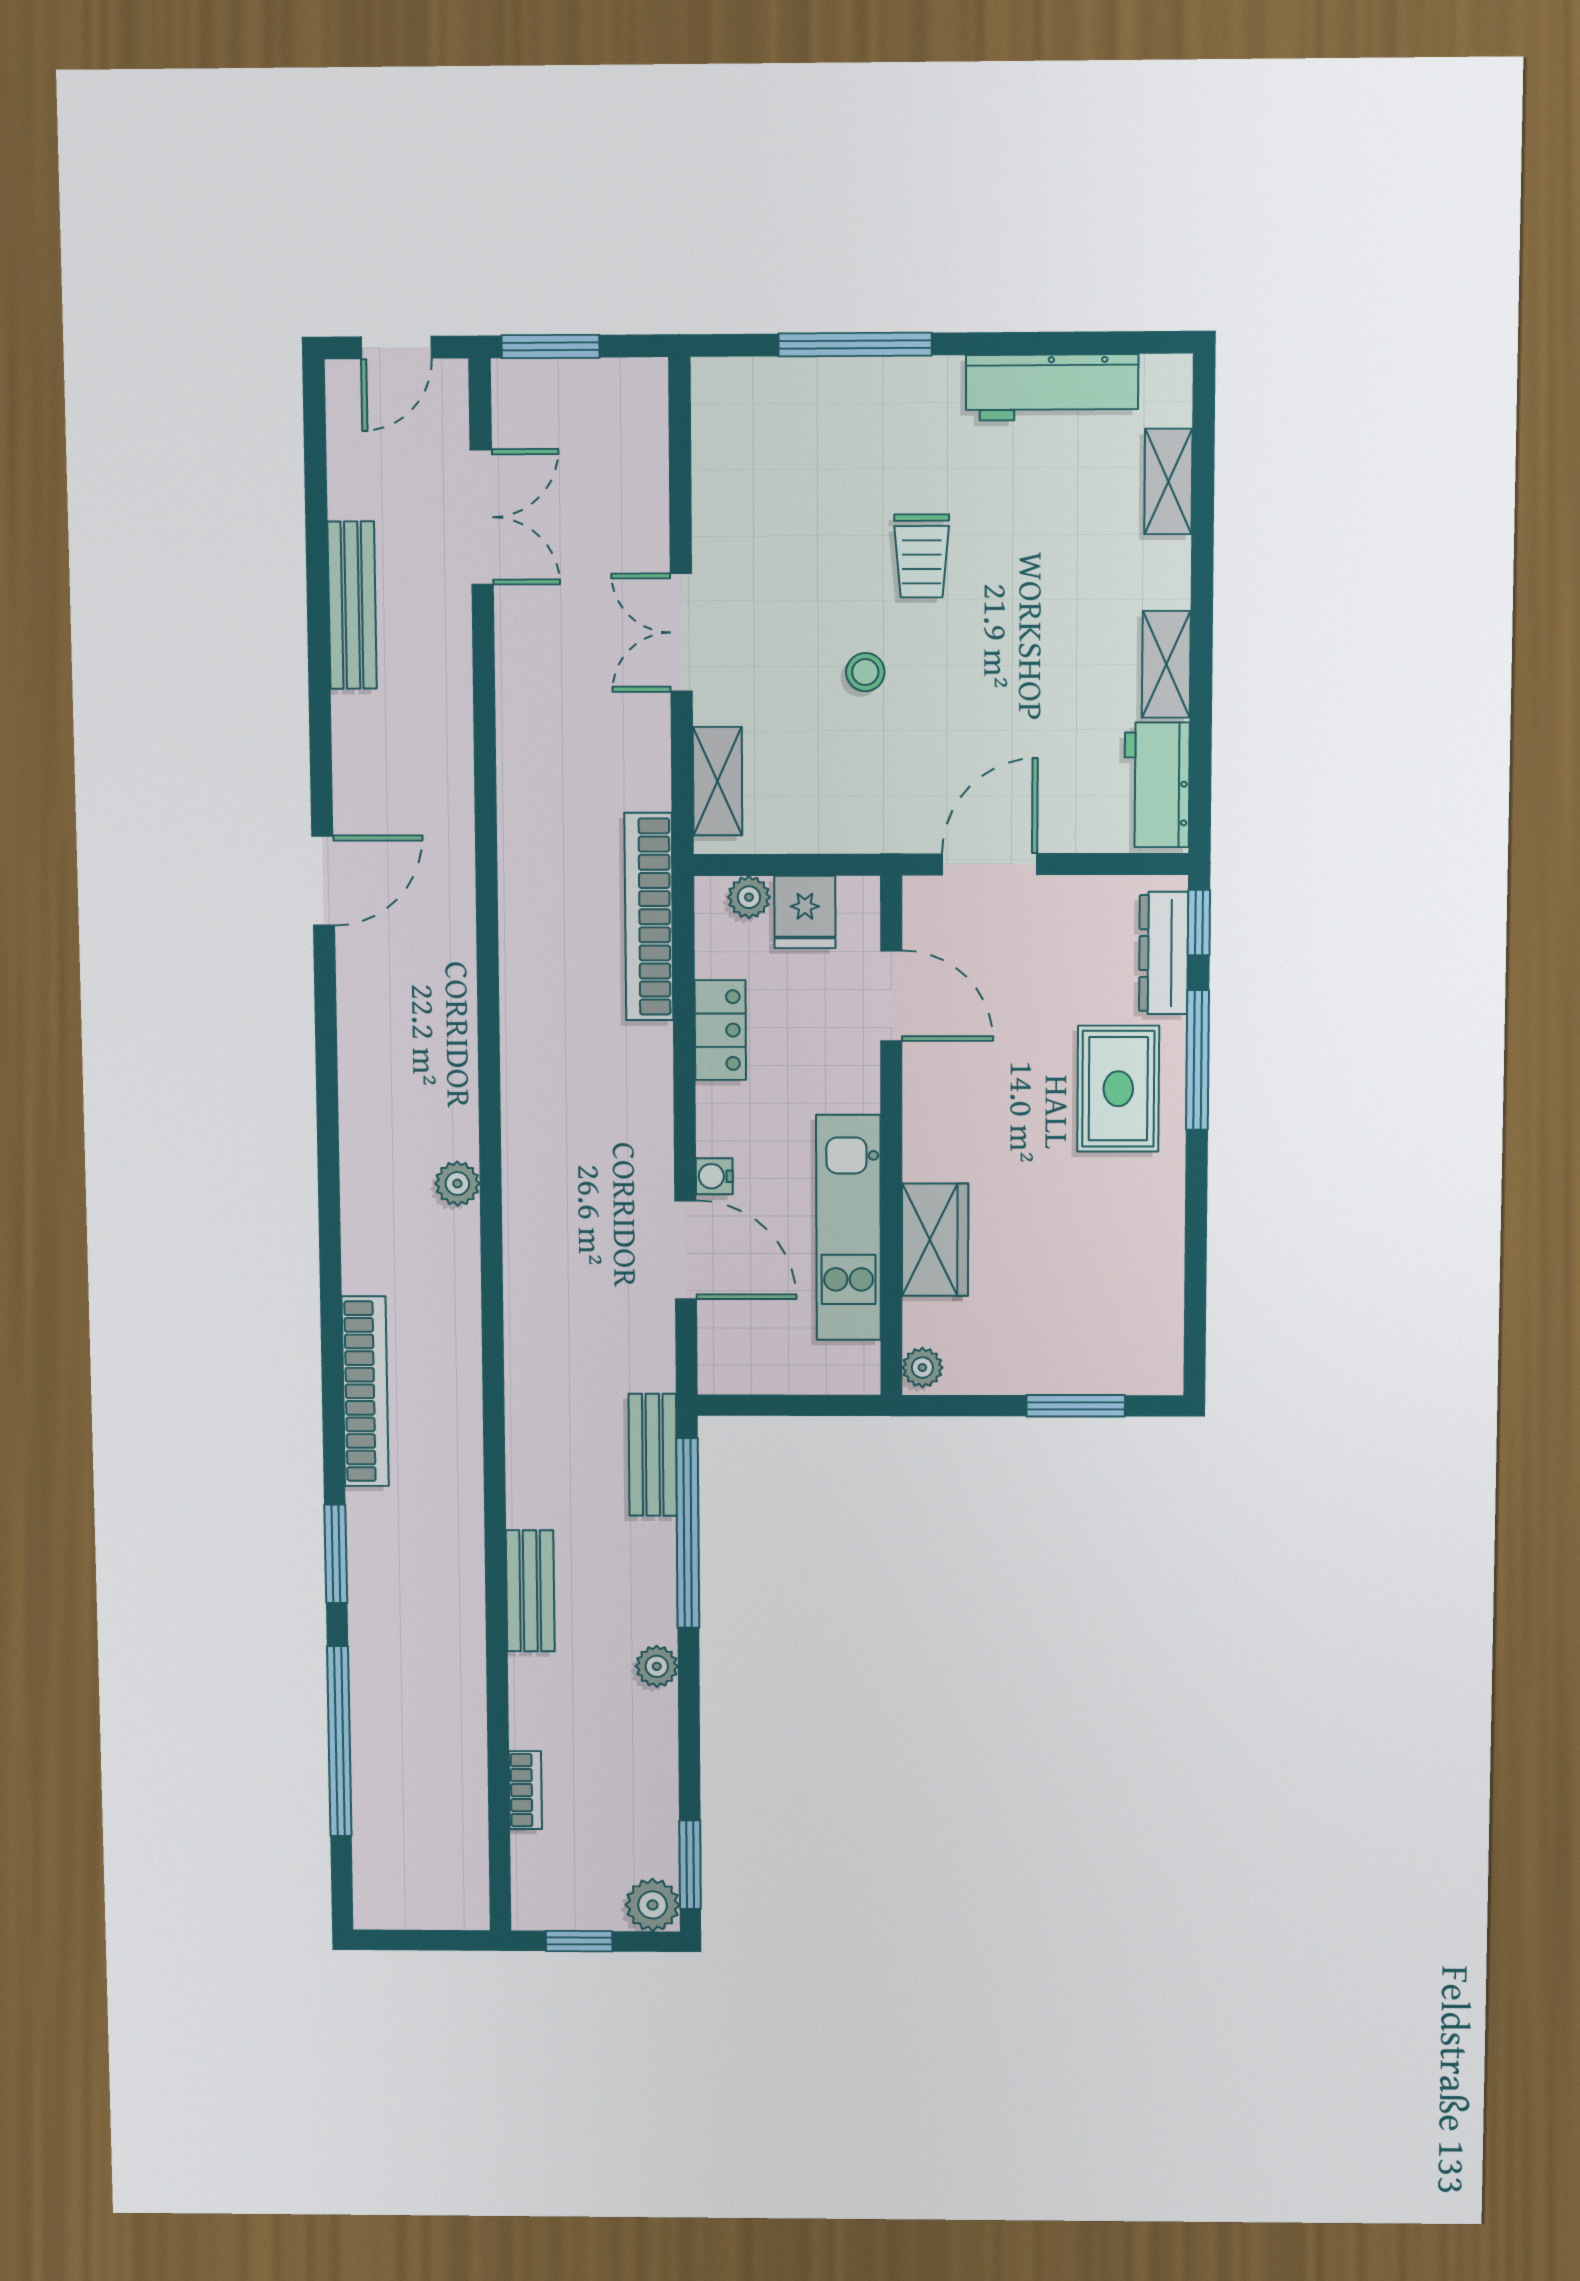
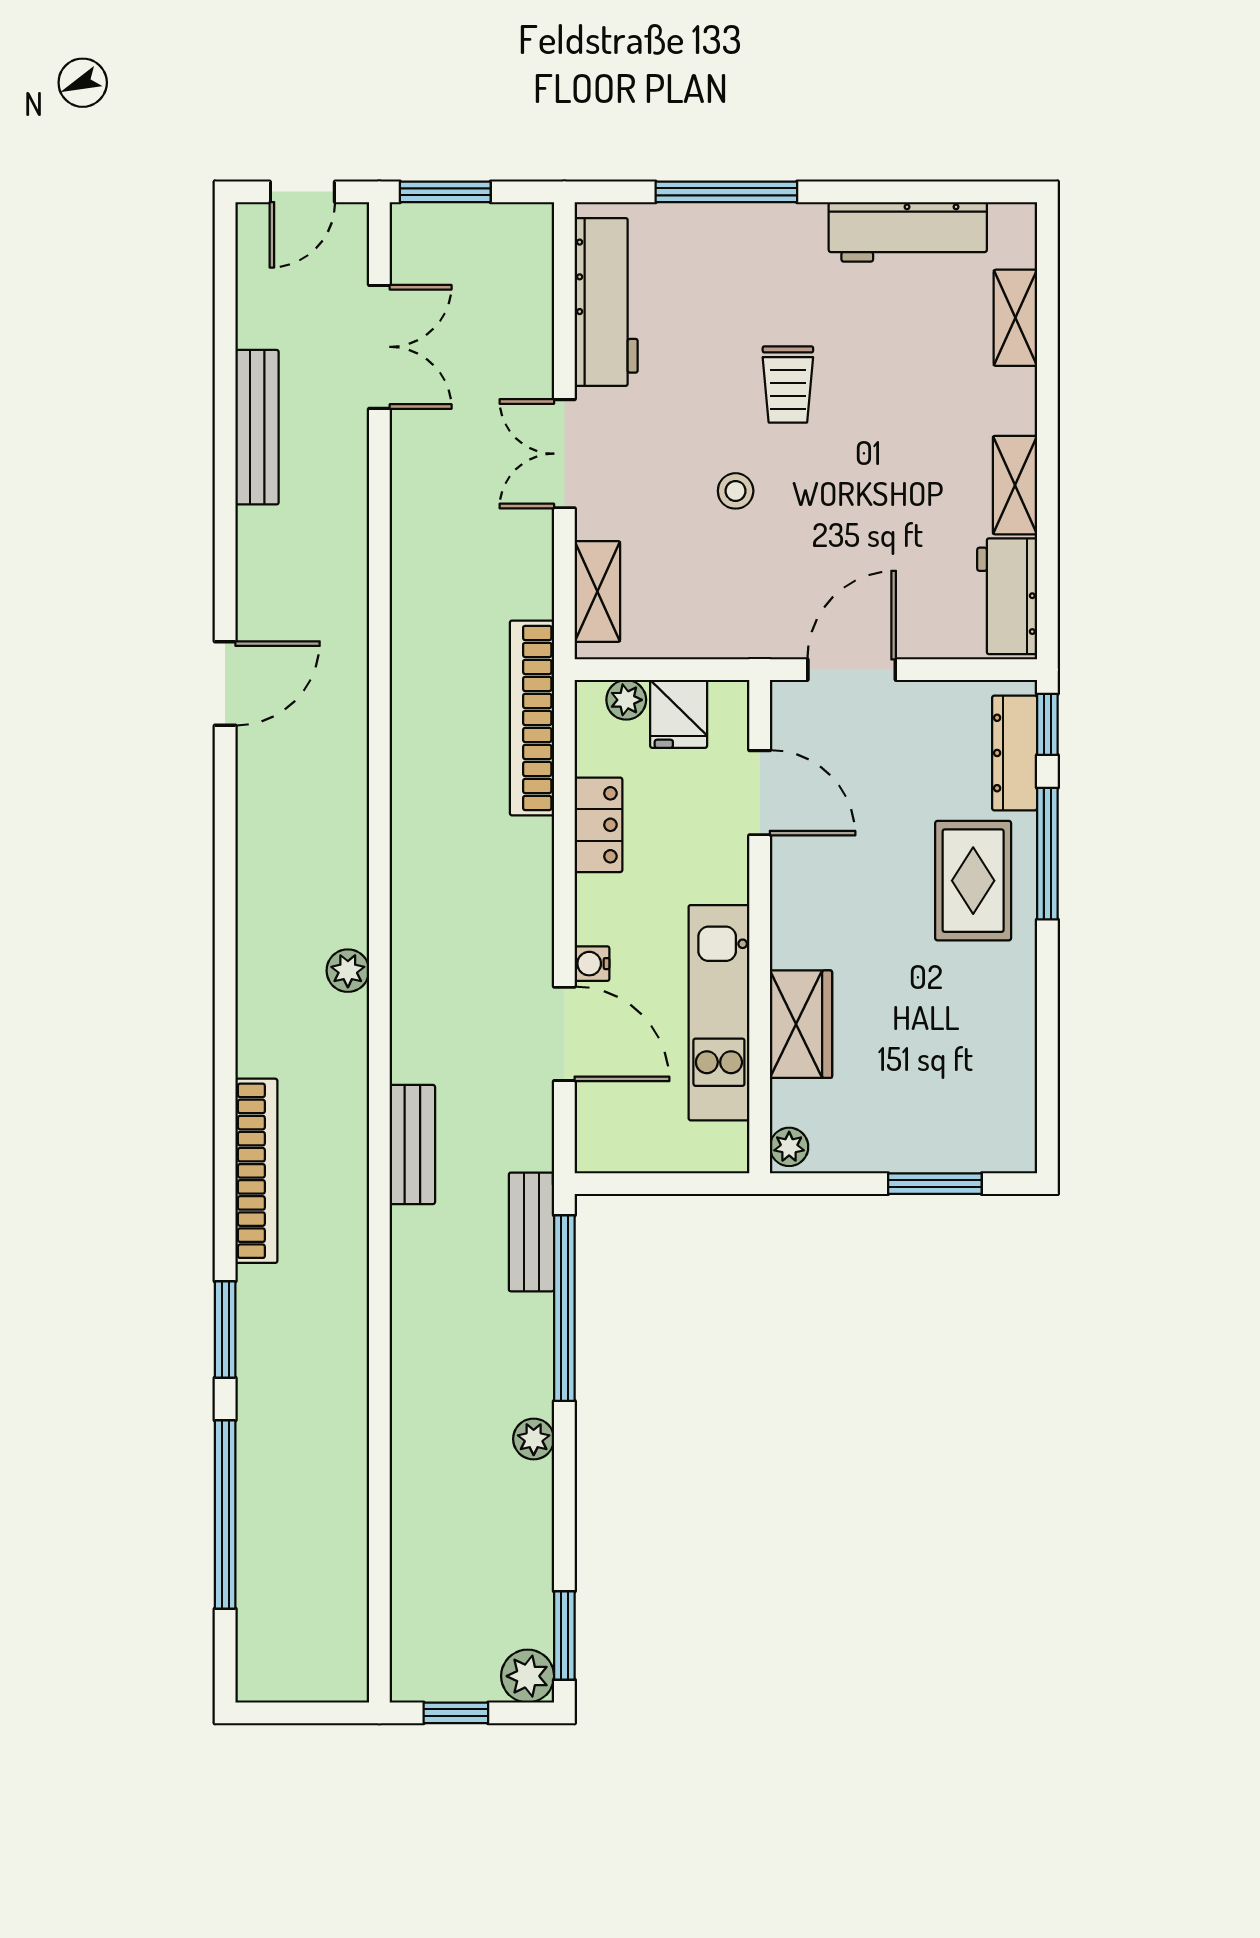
workbench: (725, 467) -> (606, 302), added
bench: (530, 1591) -> (412, 1145), moved
bookcase: (525, 1790) -> (405, 1562), removed

